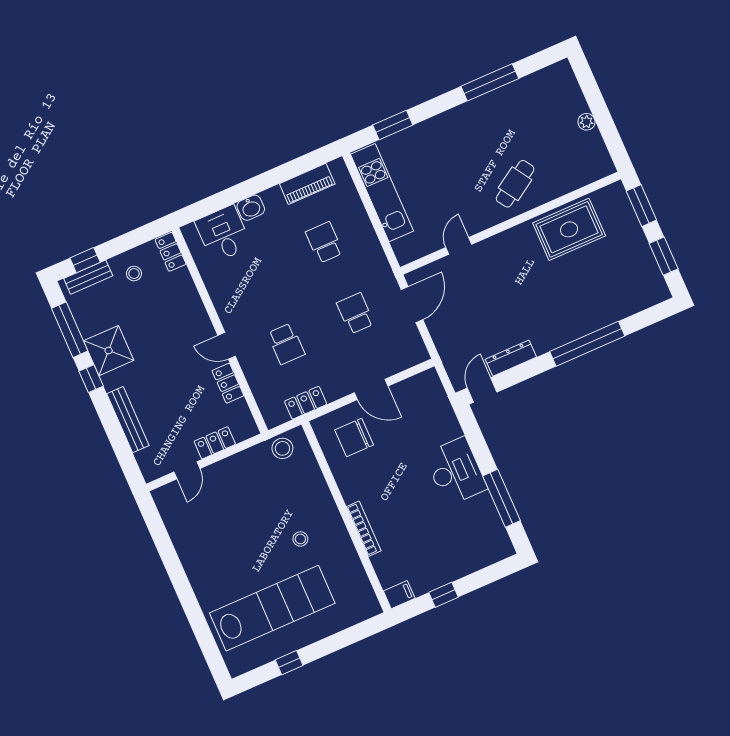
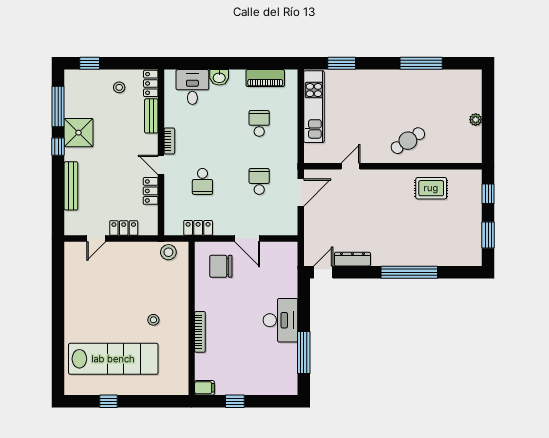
window: (641, 206) -> (488, 194), width x0.67
rug: (569, 229) -> (431, 188), width x0.73, depth x0.70
bench: (88, 277) -> (151, 116), moved, turned 90
bookcase: (224, 312) -> (169, 141), added

